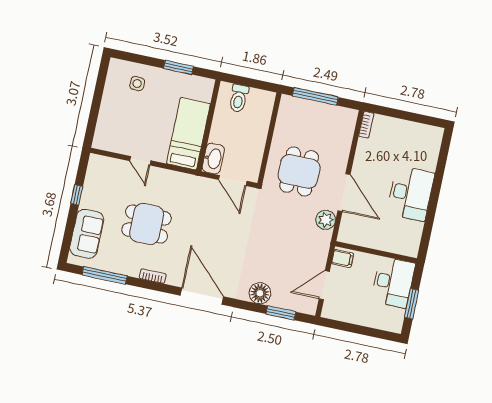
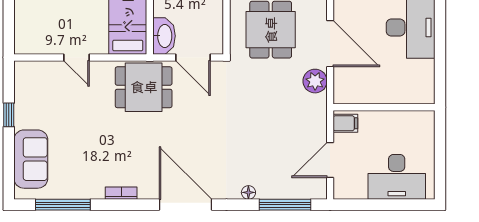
dining table: (147, 224) -> (144, 87), moved
desk: (393, 282) -> (397, 177), moved, turned 90
floor lamp: (260, 293) -> (248, 192), width x0.53, depth x0.53
window: (412, 304) -> (440, 160), removed
window: (281, 313) -> (285, 205), width x1.44

